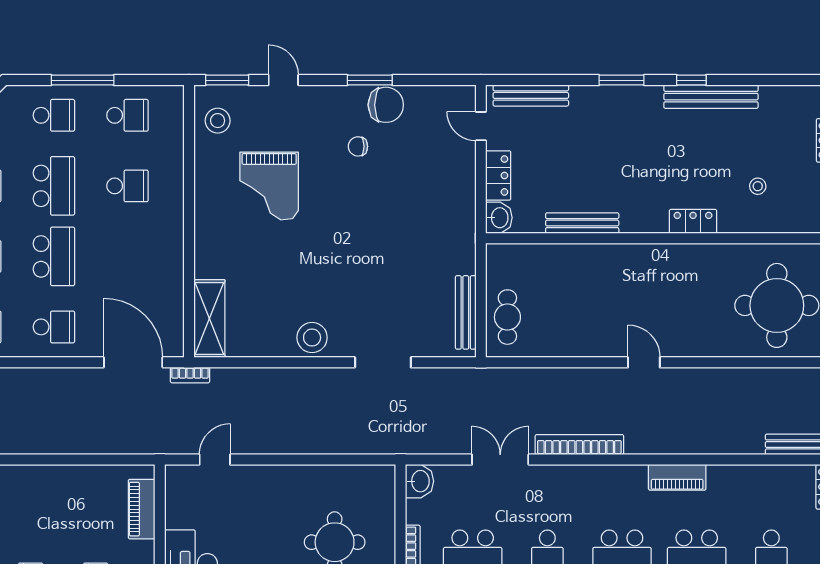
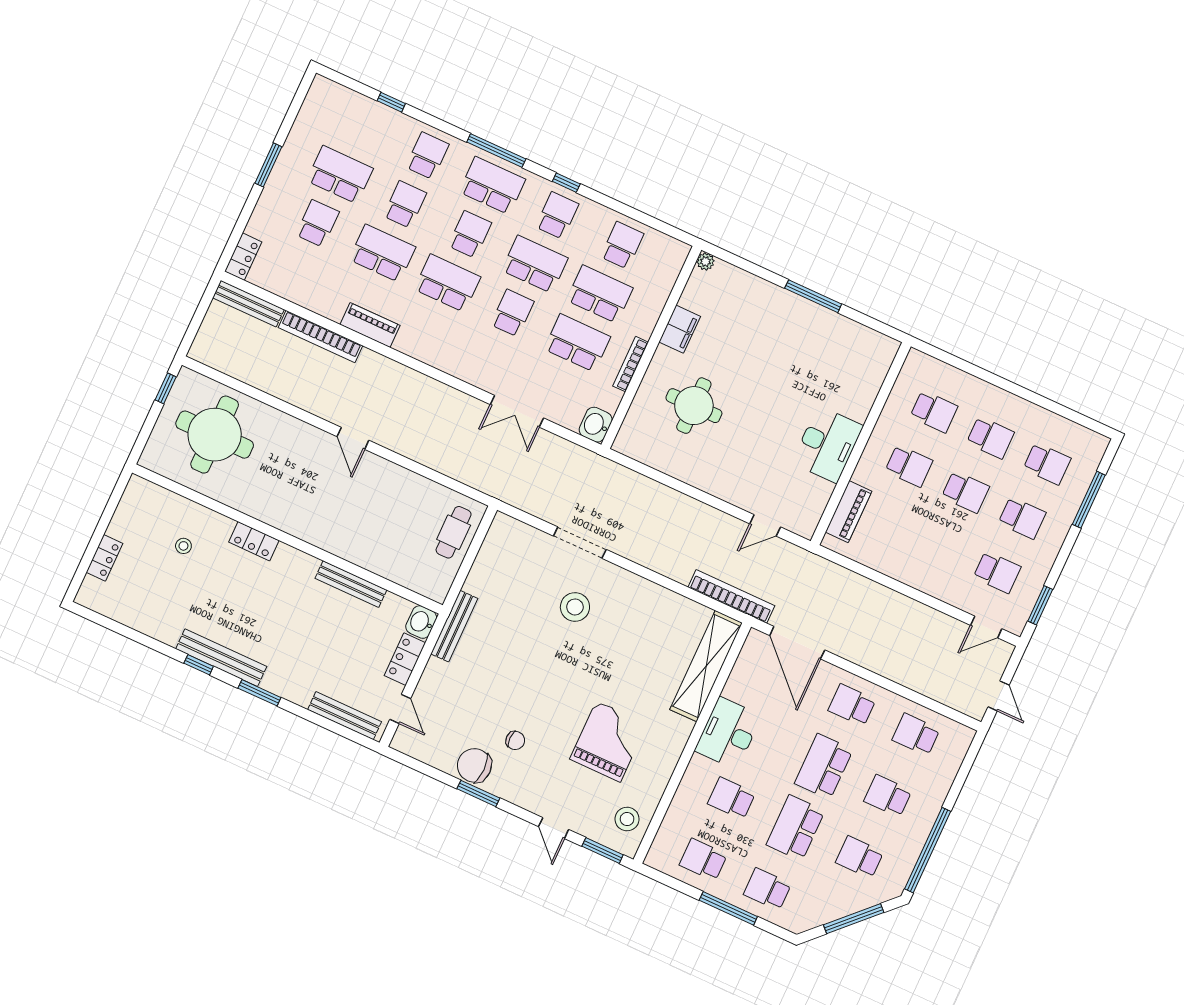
bench: (711, 97) -> (221, 658), moved
desk: (159, 246) -> (728, 733), added
bench: (466, 312) -> (454, 626), moved
shelving: (209, 318) -> (706, 666), width x1.47
stool: (312, 338) -> (575, 607), moved
bookcase: (190, 375) -> (731, 596), width x2.31, depth x1.31
bookcase: (579, 445) -> (320, 337), moved

